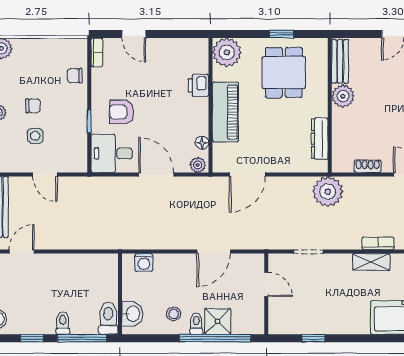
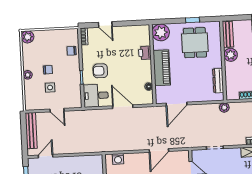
plant: (198, 165) -> (147, 100), removed
plant: (328, 192) -> (224, 107), width x0.53, depth x0.53

